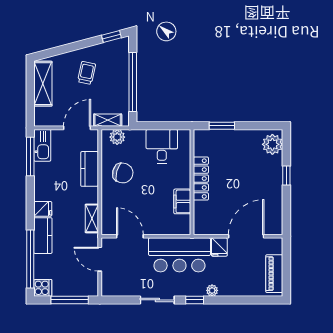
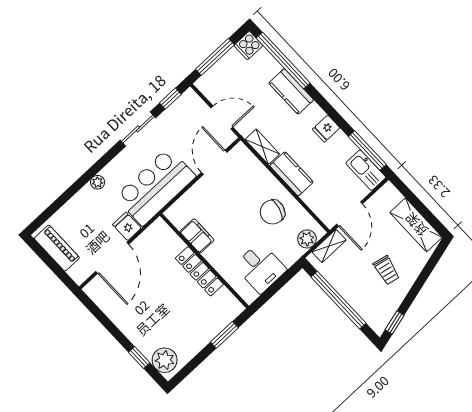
kitchen counter: (90, 169) -> (291, 174), moved
window: (286, 176) -> (139, 357), moved
fridge: (43, 209) -> (326, 129), moved
door: (130, 236) -> (214, 162), swing flipped
window: (195, 300) -> (170, 99), moved

